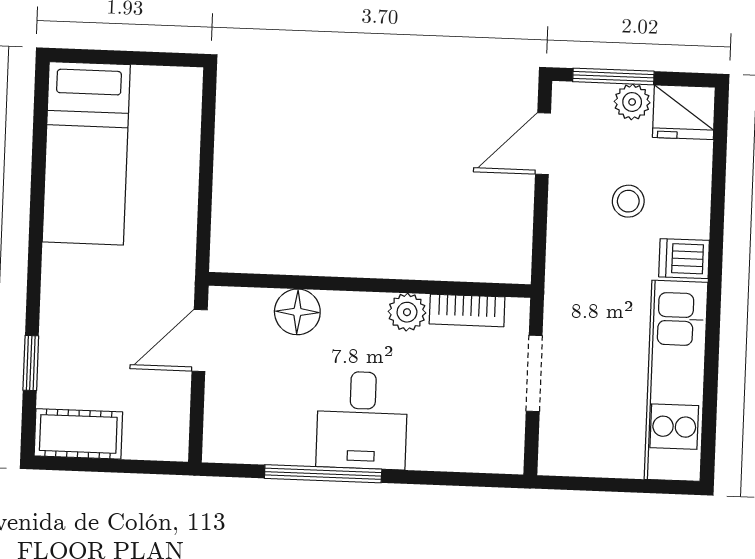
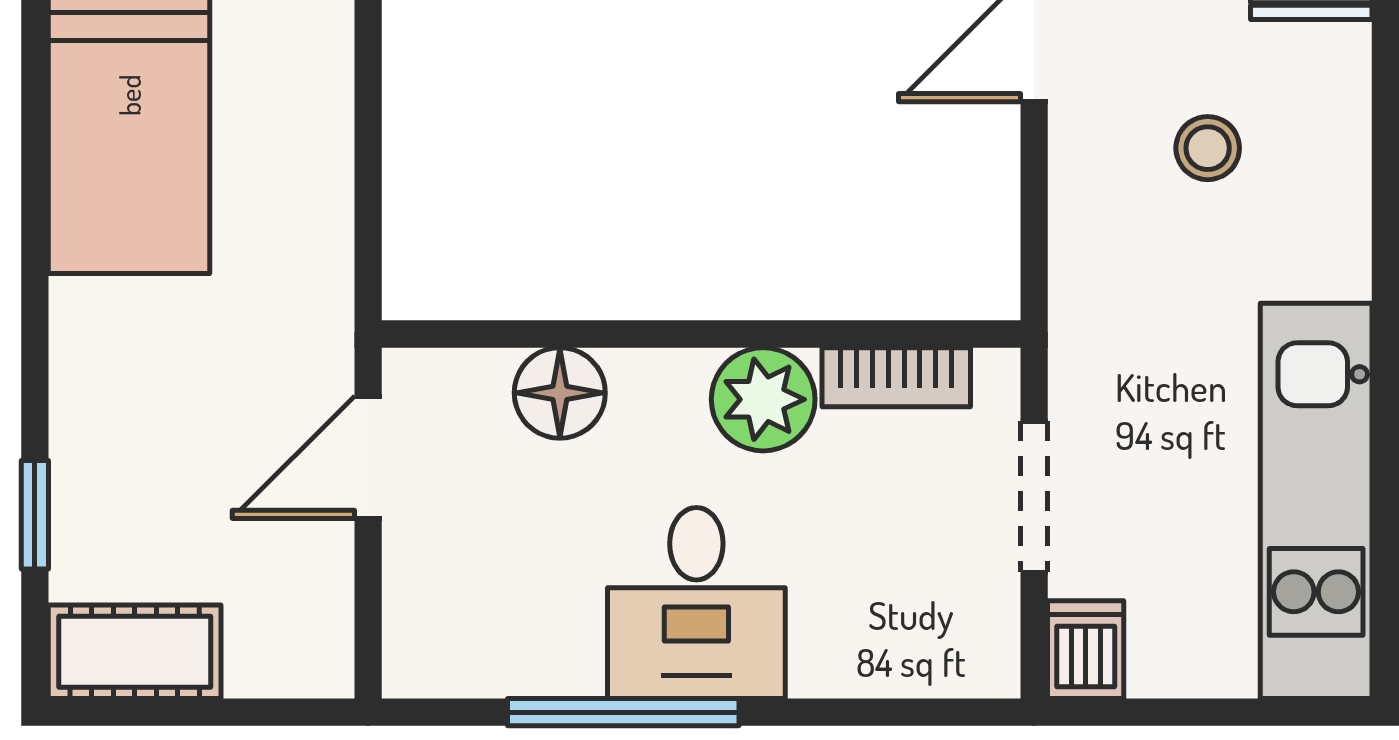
dishwasher: (684, 259) -> (1086, 650), moved, turned 90
plant: (407, 312) -> (763, 399), width x1.38, depth x1.38

